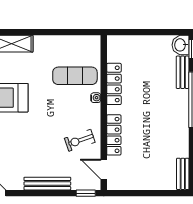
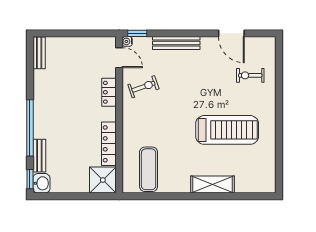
shower: (120, 48) -> (103, 180), added
exercise mat: (75, 76) -> (149, 169), moved, turned 90
water cooler: (96, 98) -> (127, 41), moved
locker: (114, 135) -> (109, 92), width x0.66

